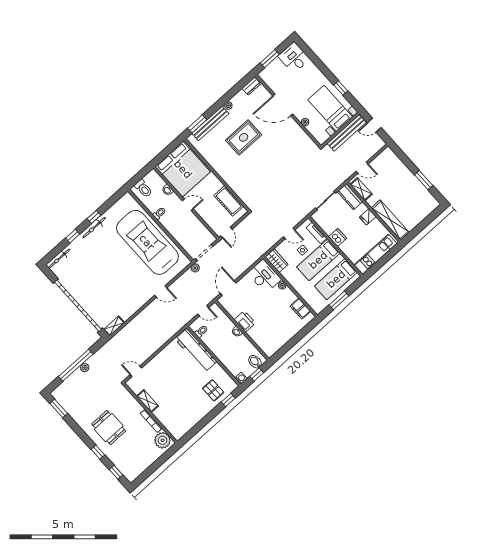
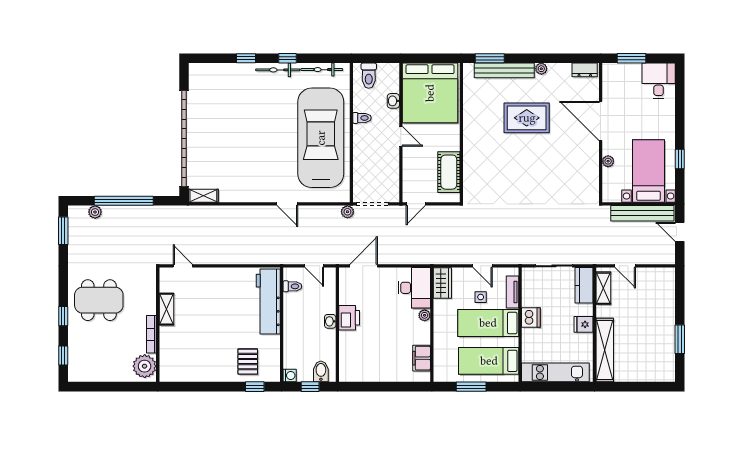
bicycle: (59, 259) -> (322, 70), moved
plant: (85, 368) -> (95, 212), moved
dining table: (109, 428) -> (99, 300), width x1.38

